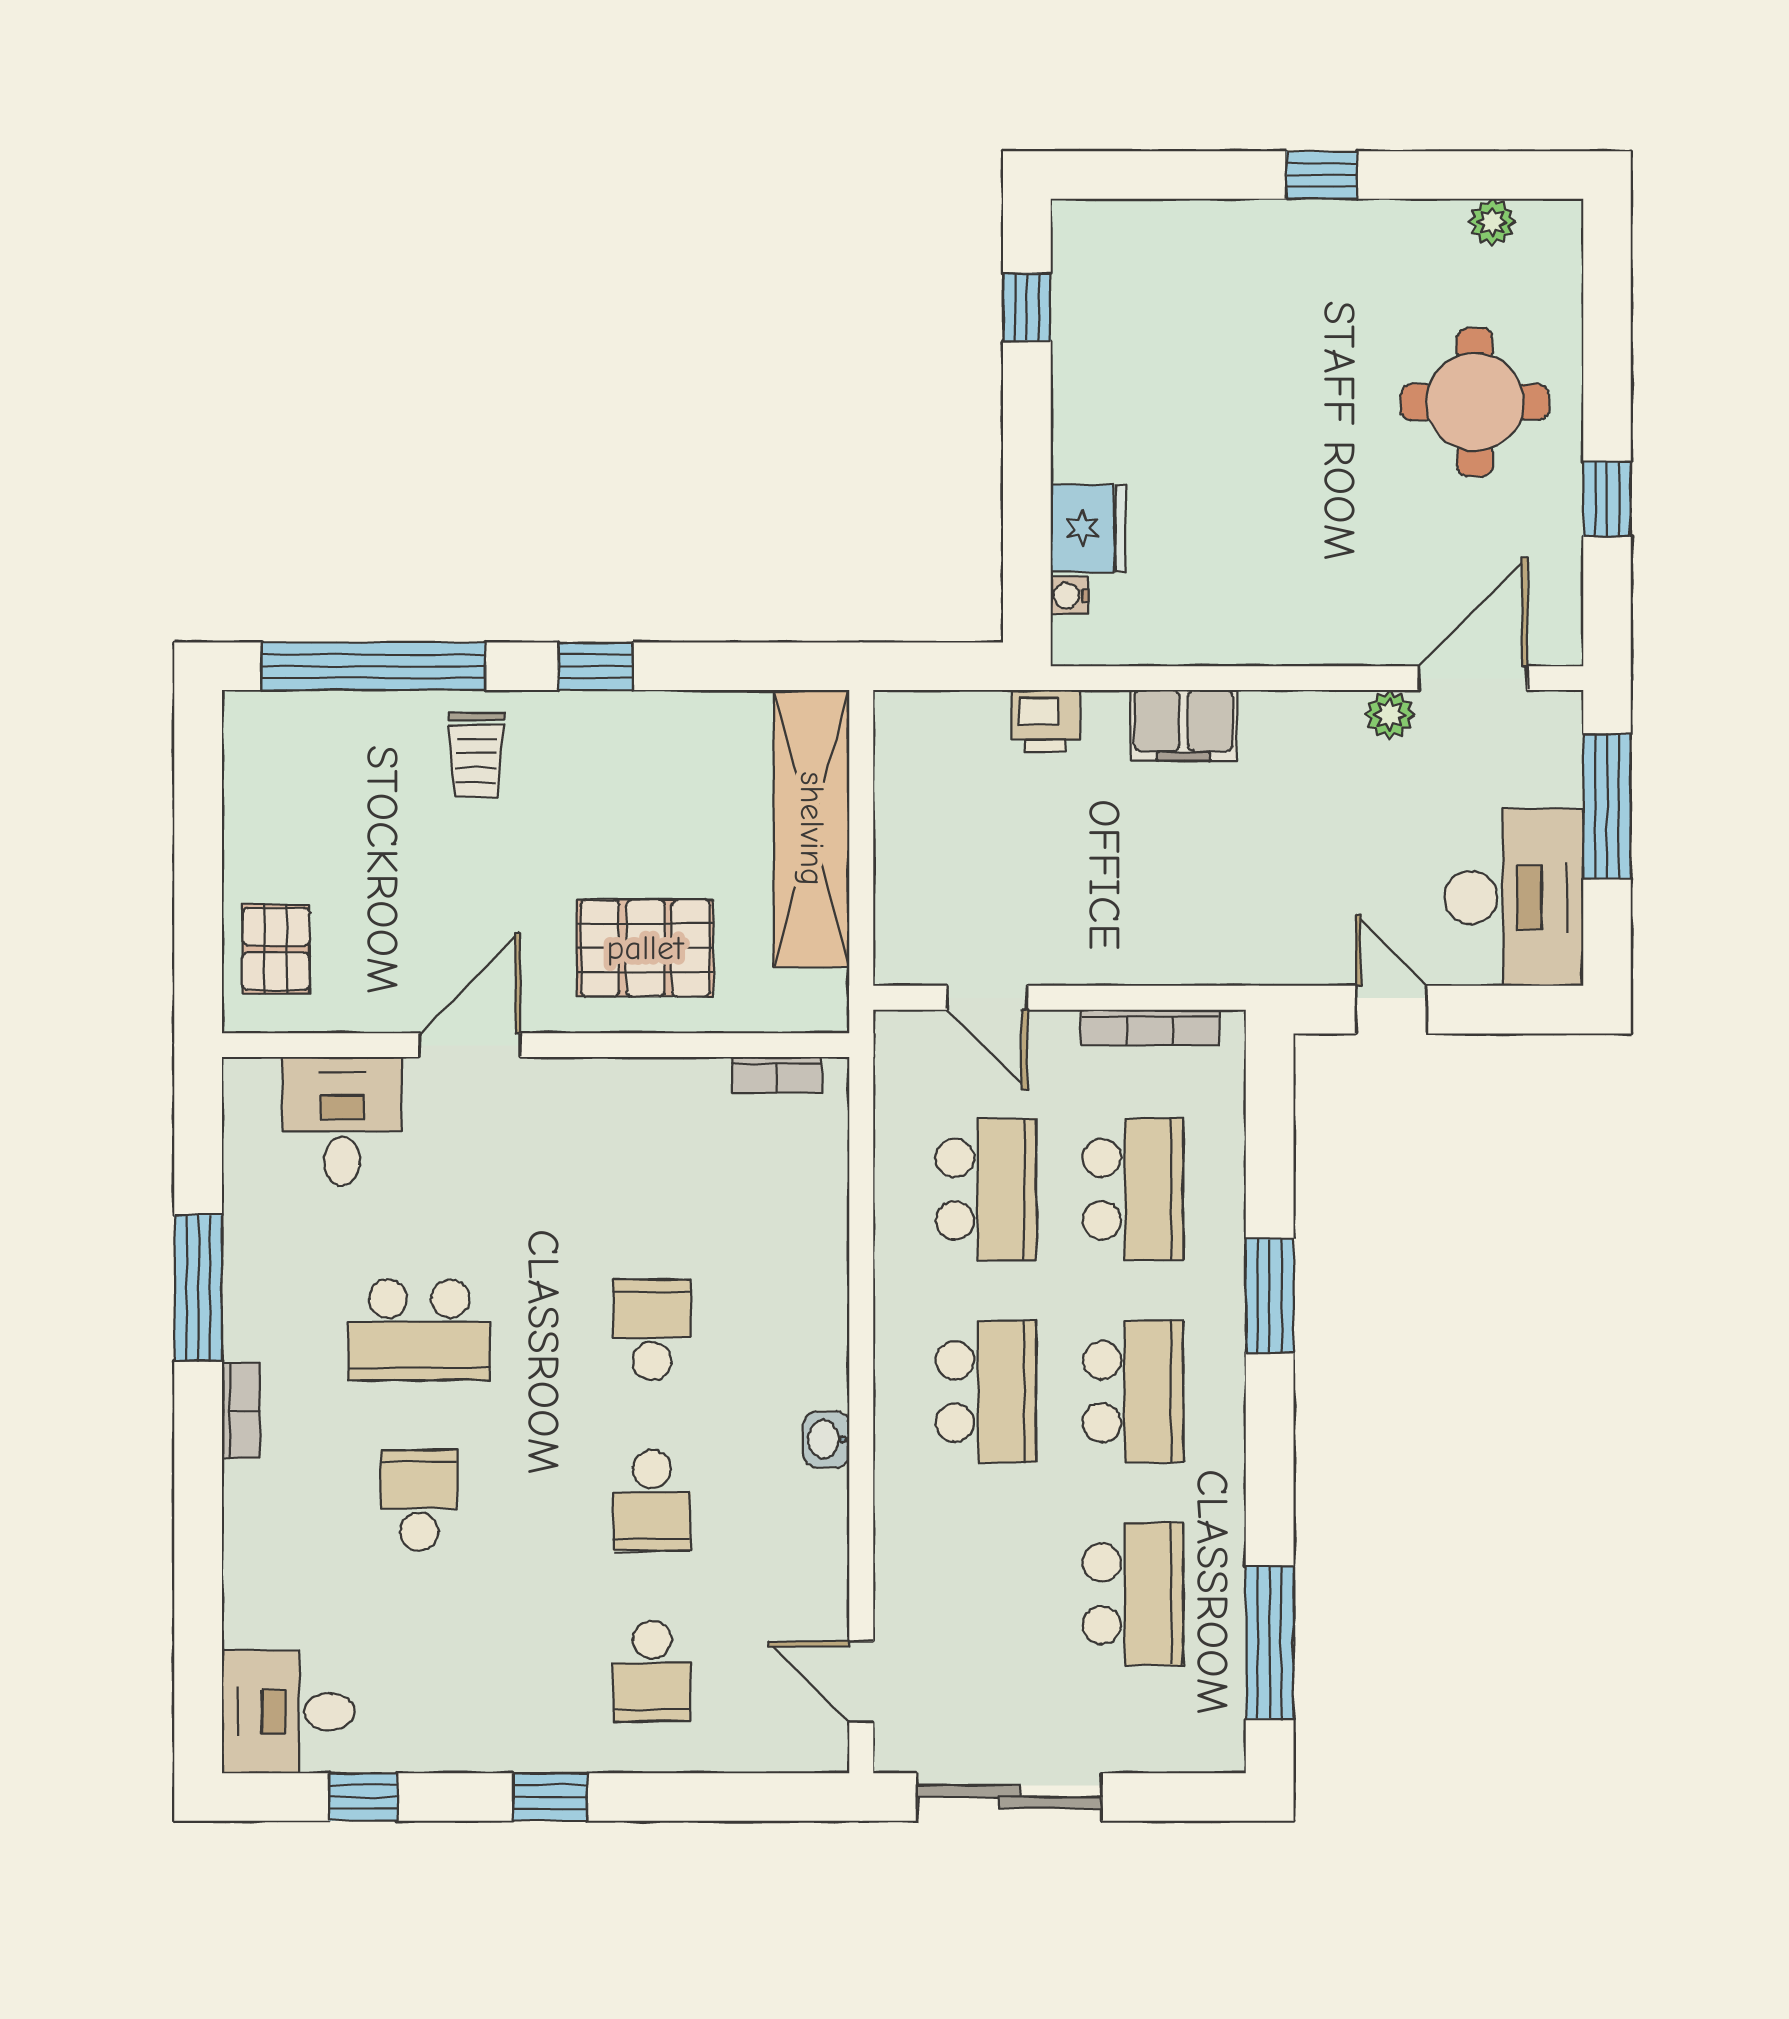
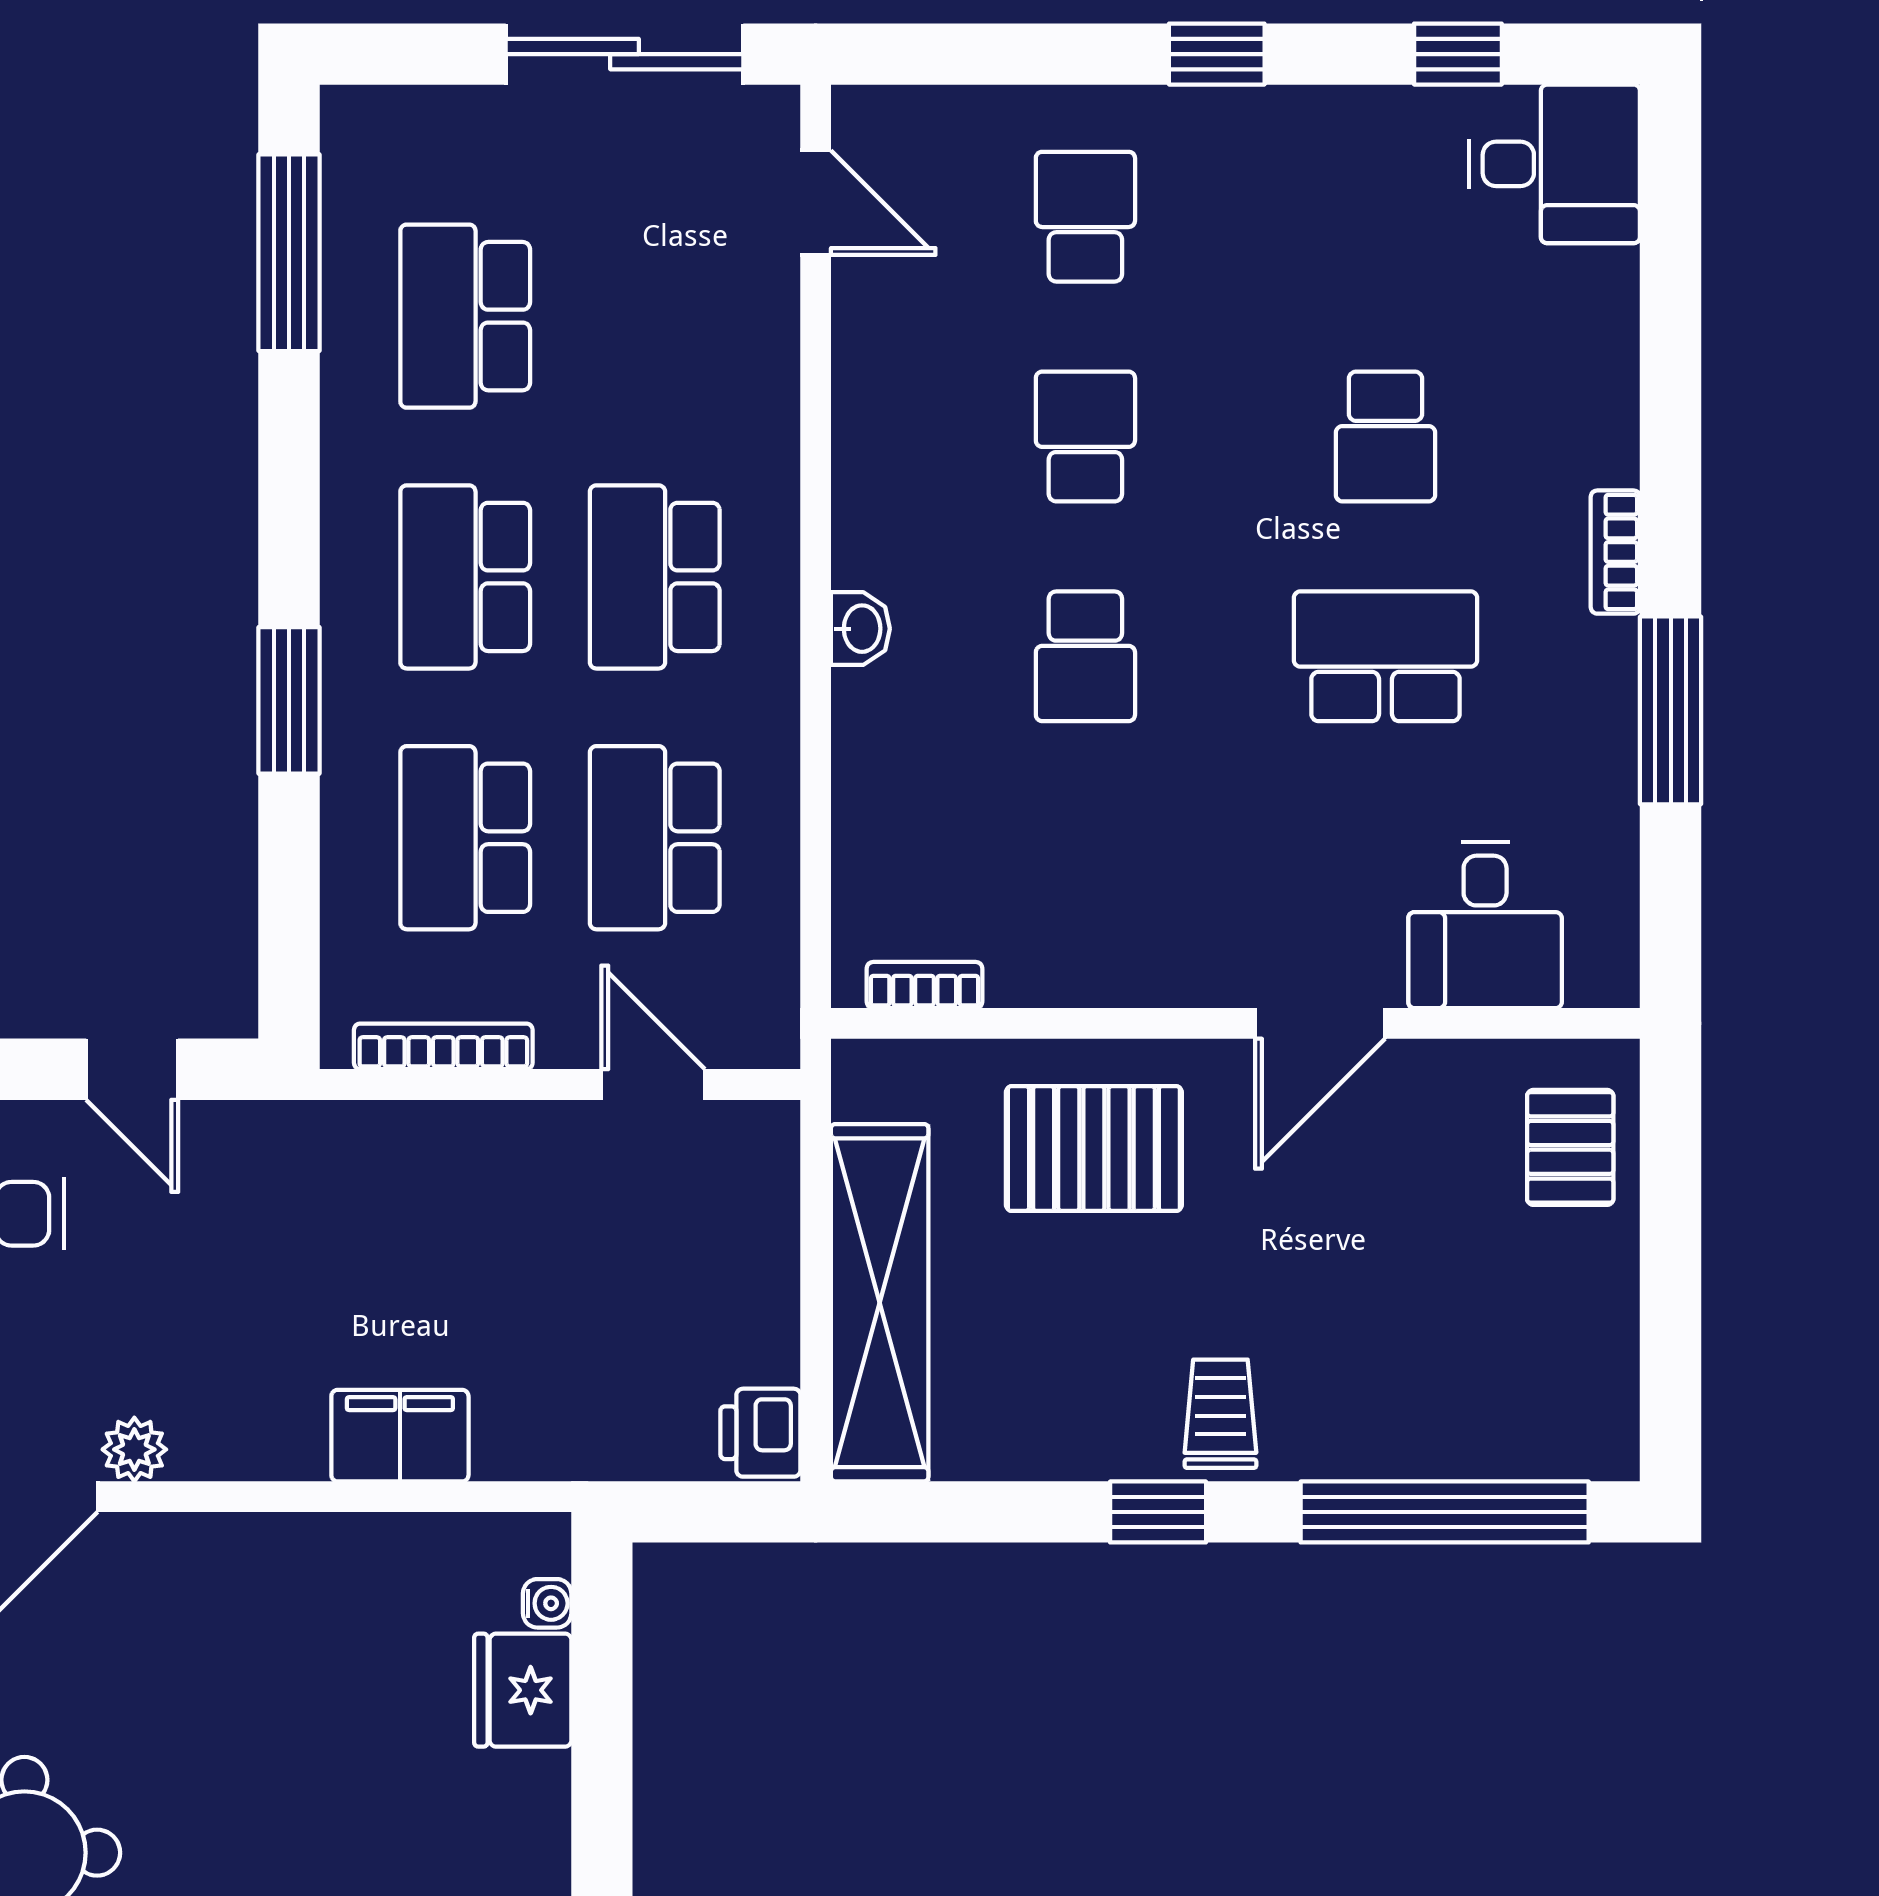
printer: (1045, 721) -> (760, 1433), moved, turned -90
trolley: (476, 755) -> (1220, 1414), moved
washbasin: (827, 1439) -> (860, 629), moved

